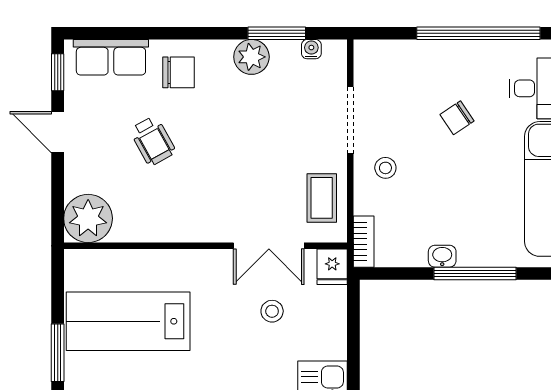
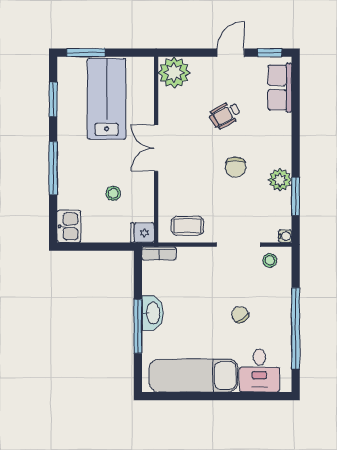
water cooler: (311, 49) -> (285, 236), moved
chair: (179, 72) -> (236, 167), moved
stool: (385, 168) -> (270, 260), moved
double door: (269, 246) -> (156, 148), moved
washbasin: (442, 256) -> (153, 313), width x1.91, depth x1.45

